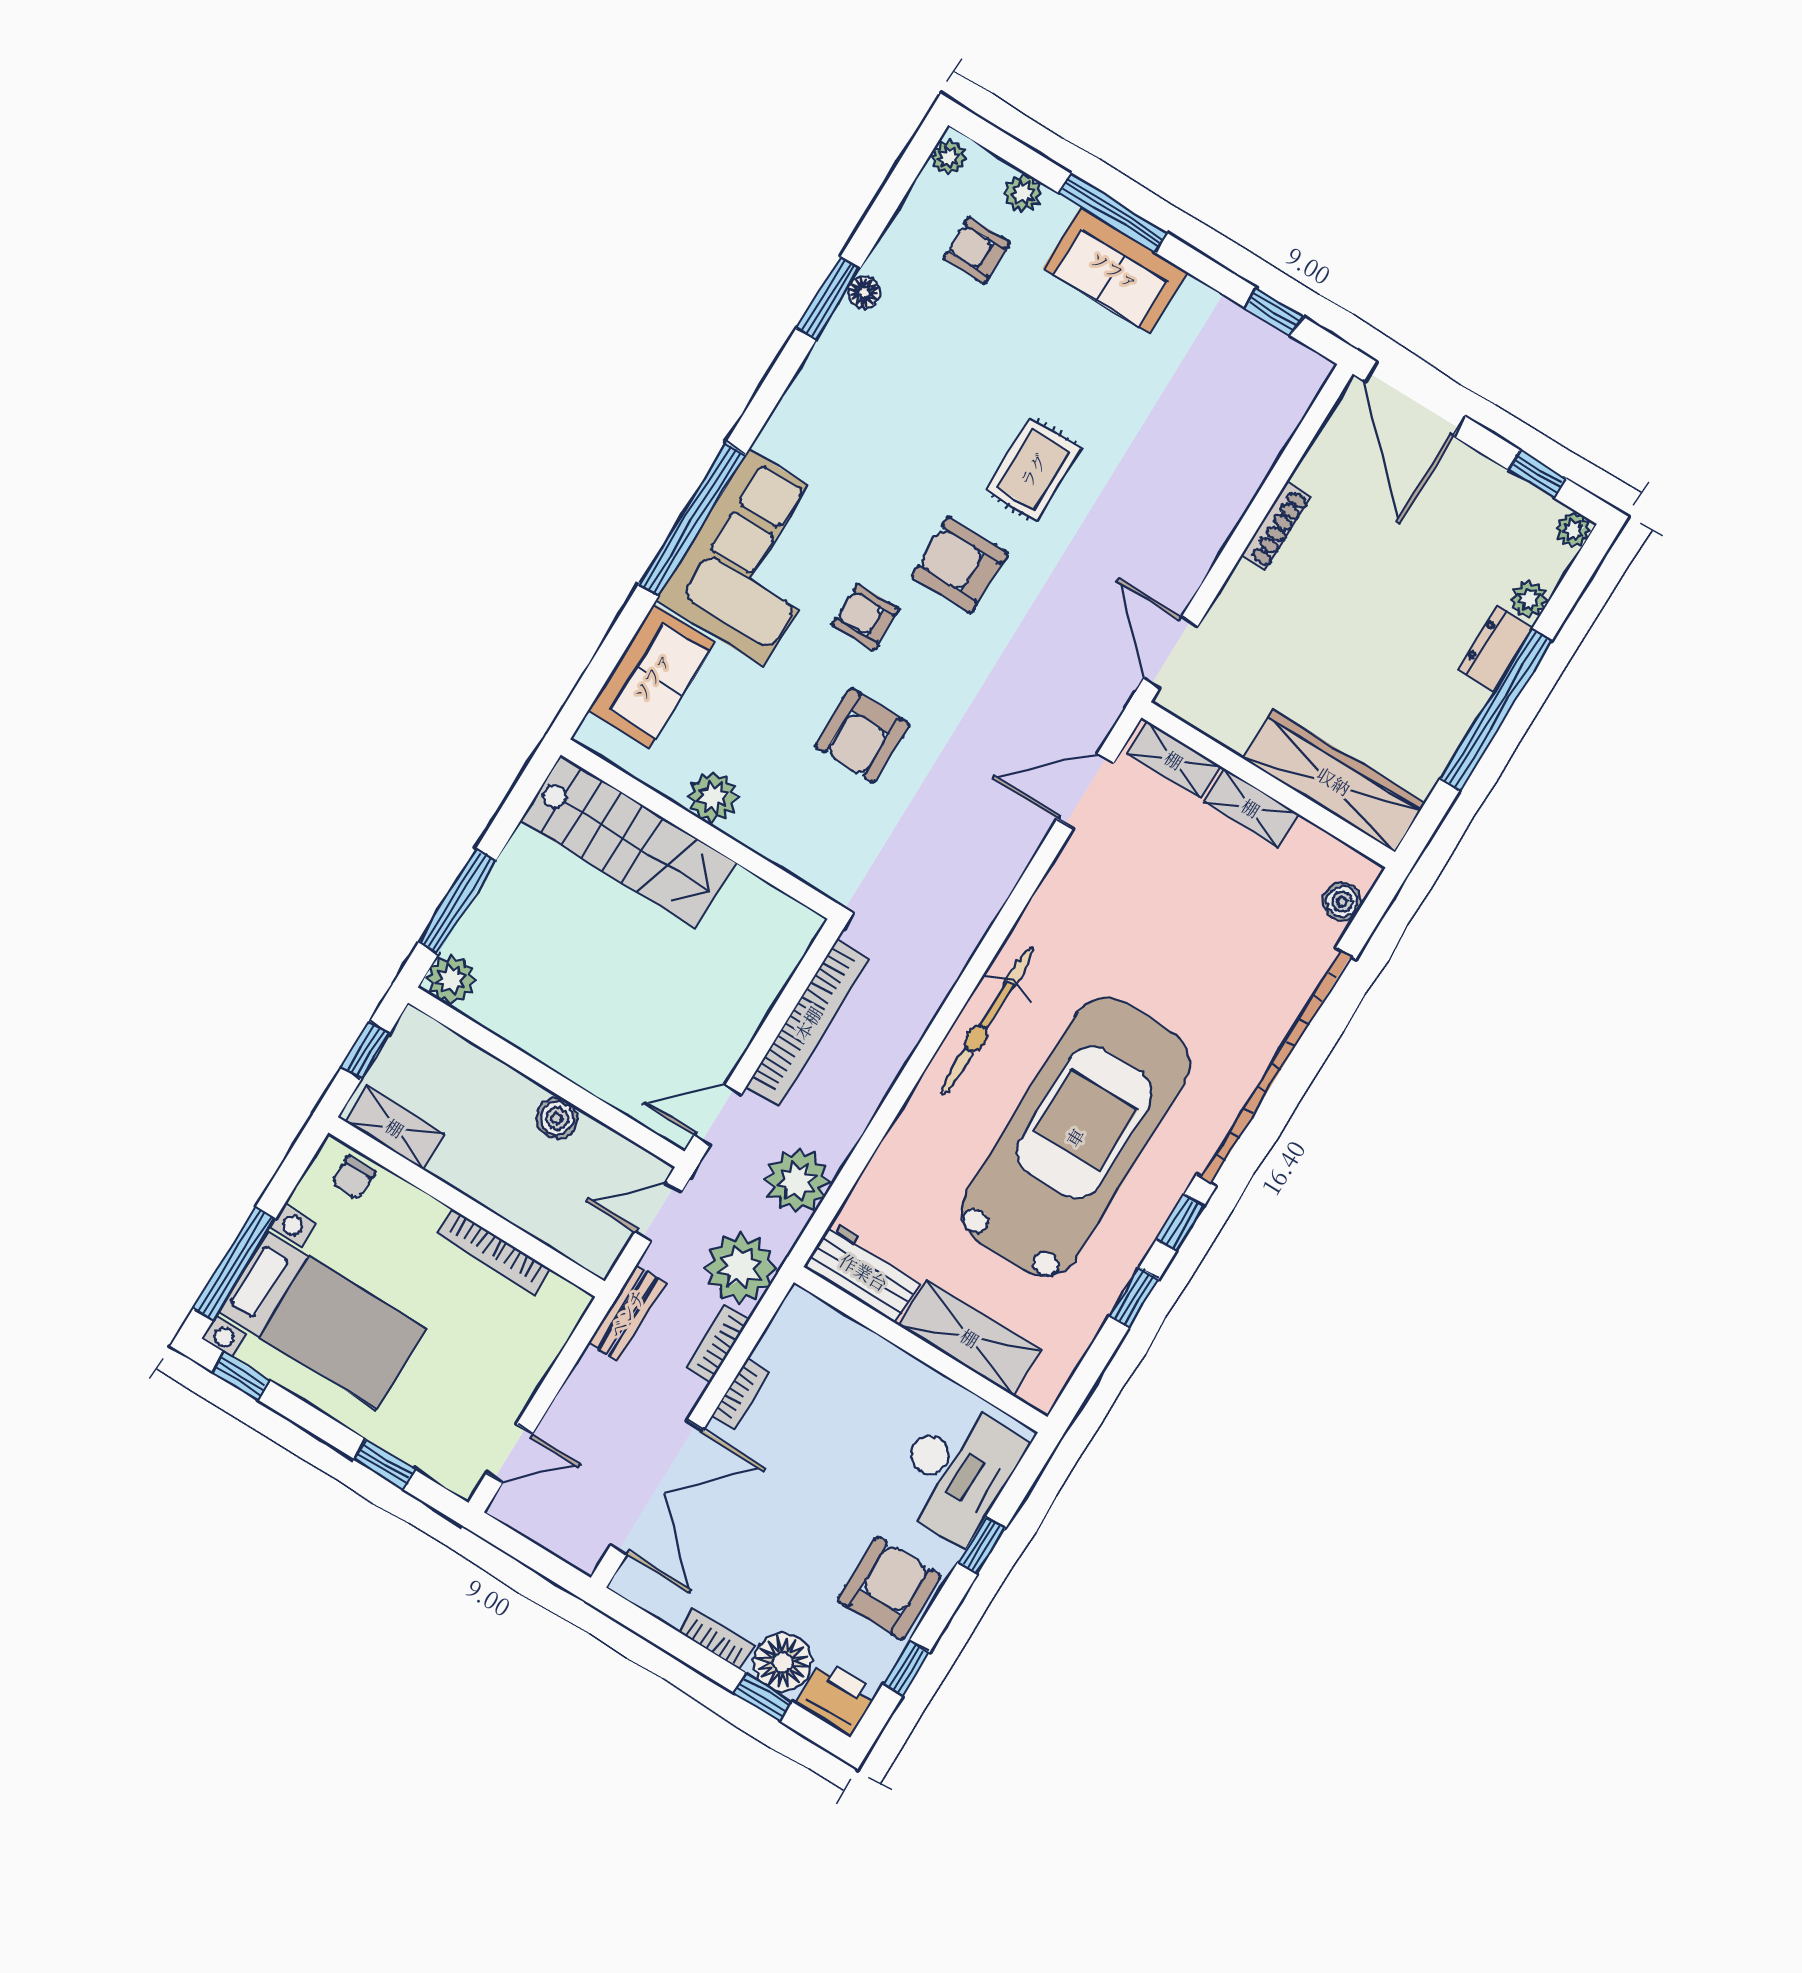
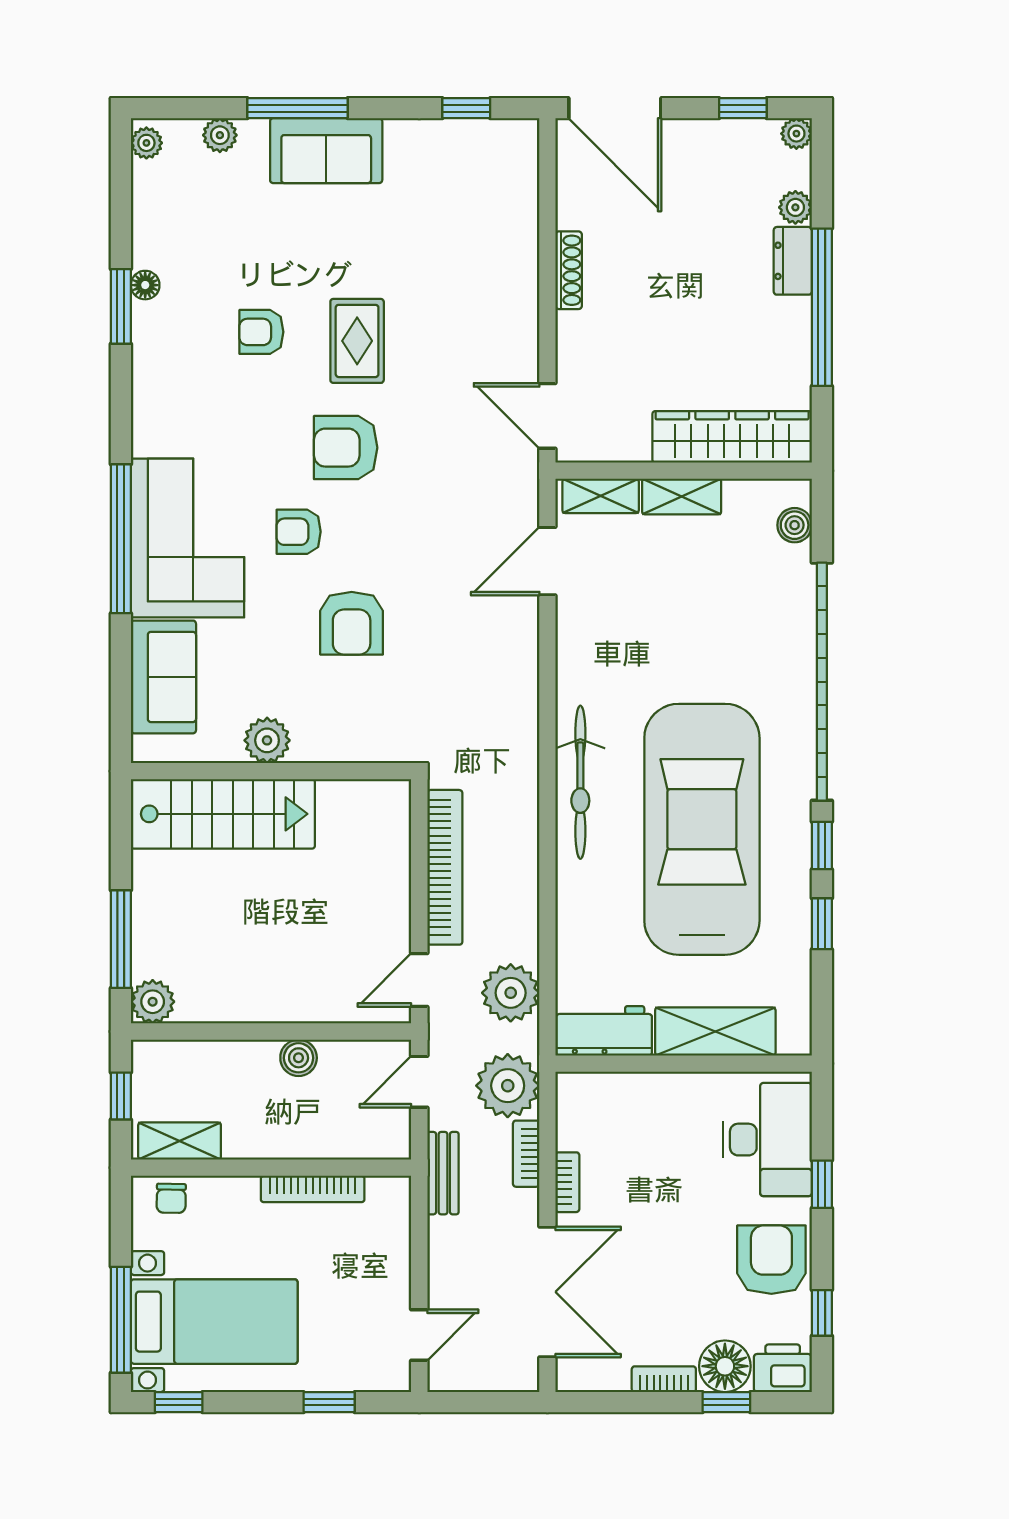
armchair: (976, 250) -> (261, 332), moved

